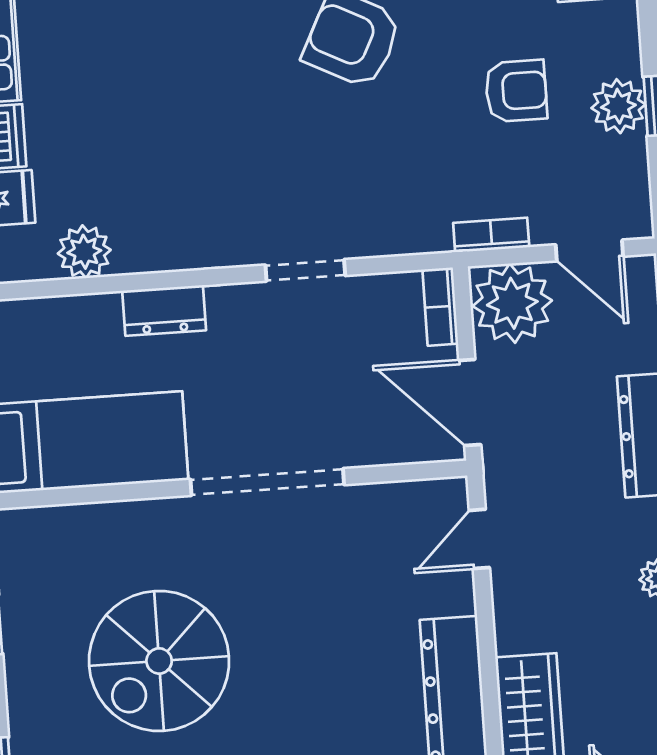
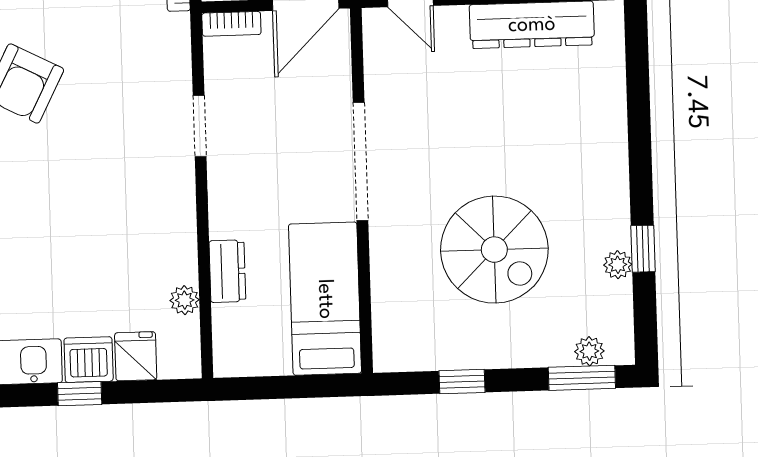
plant: (84, 252) -> (185, 300), width x0.73, depth x0.73
dresser: (164, 310) -> (227, 271), moved

